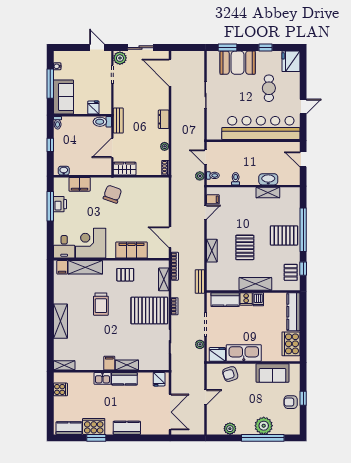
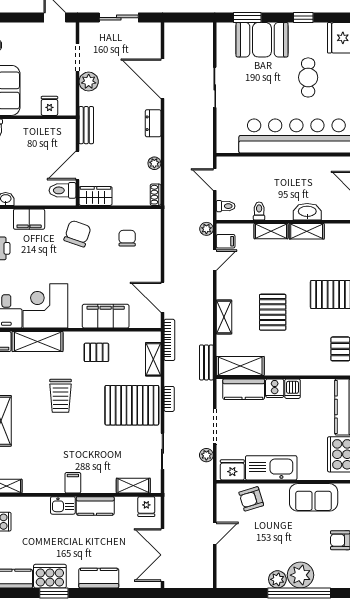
plant: (120, 58) -> (89, 82), moved
door: (170, 73) -> (162, 79), moved
toilet: (102, 122) -> (63, 190), moved
plant: (200, 176) -> (206, 229), moved
shelving: (244, 192) -> (271, 231), added
chair: (146, 197) -> (127, 238), added
shelving: (255, 284) -> (240, 366), moved
shelving: (127, 365) -> (133, 486), moved
double door: (170, 412) -> (162, 555), swing flipped
plant: (230, 429) -> (277, 579), moved

